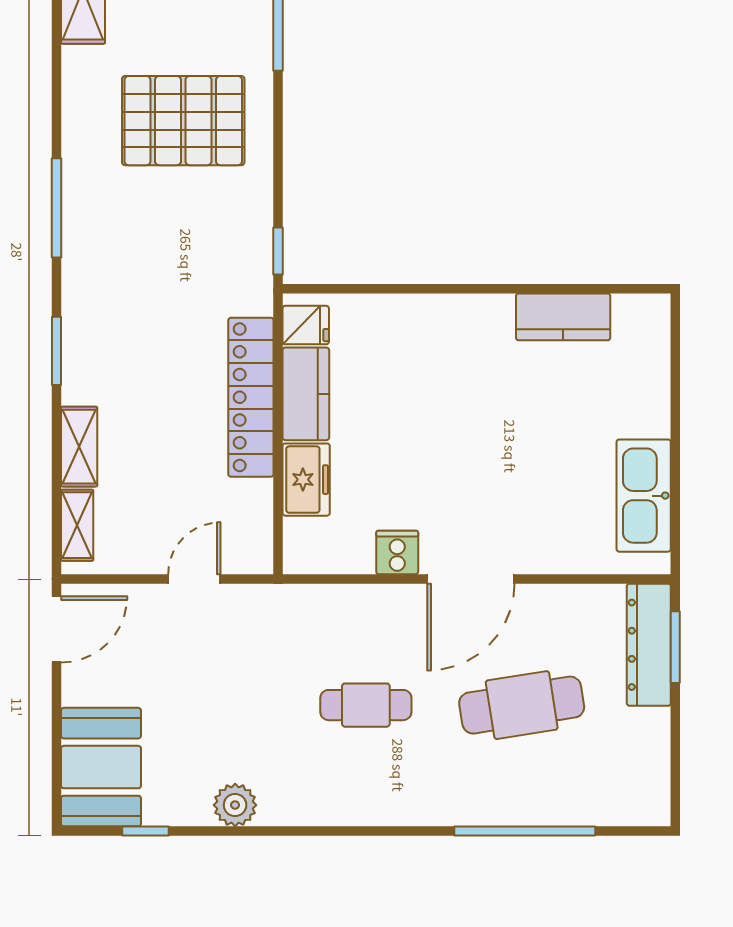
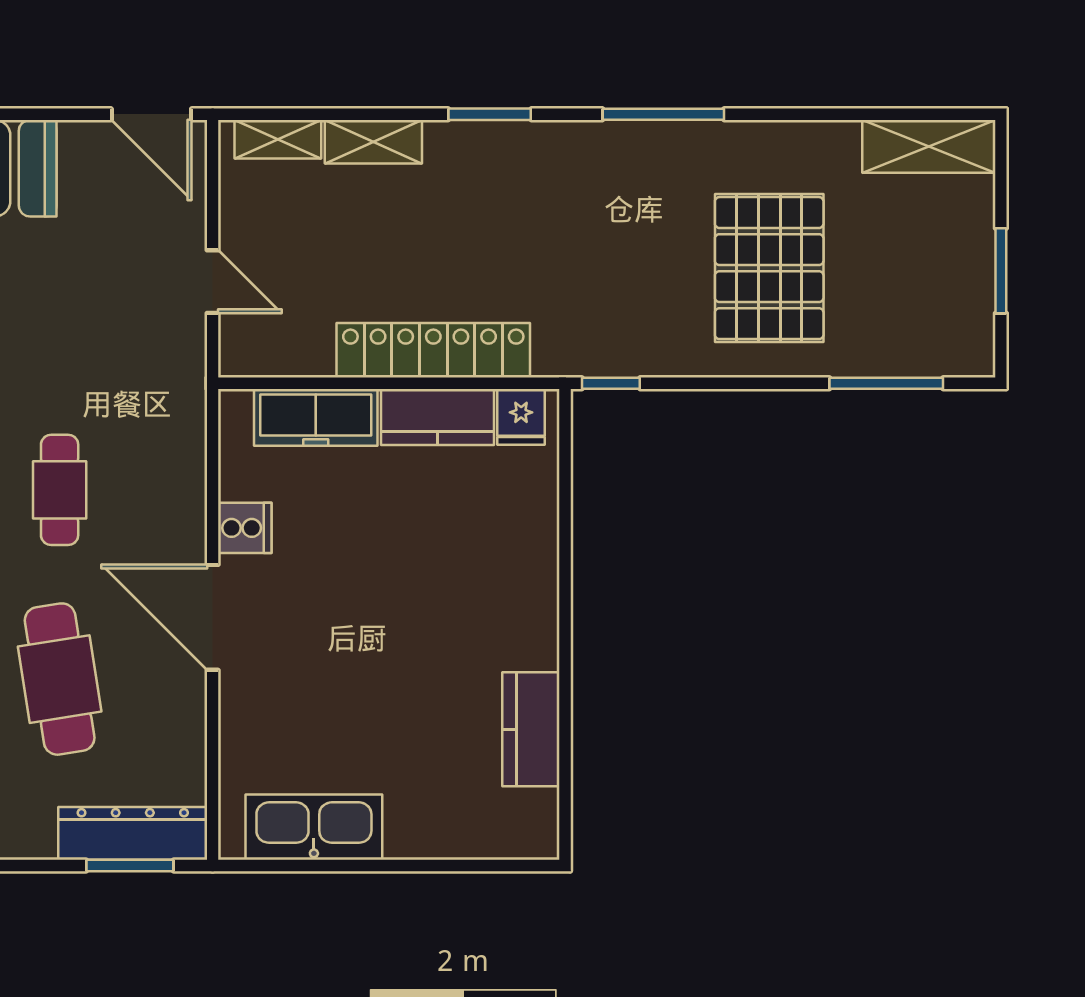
freezer: (306, 480) -> (316, 417), width x1.40

